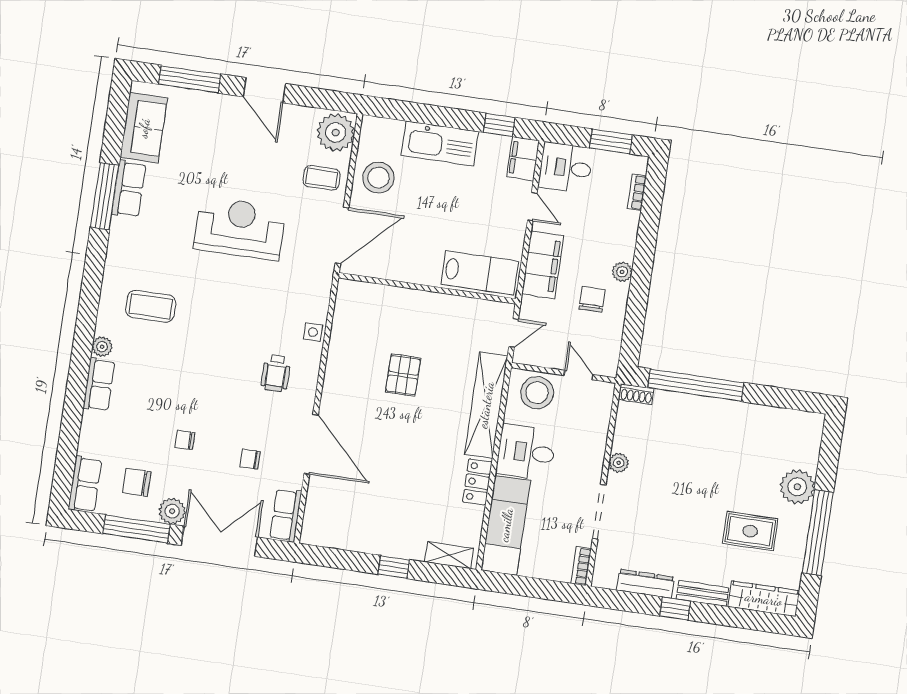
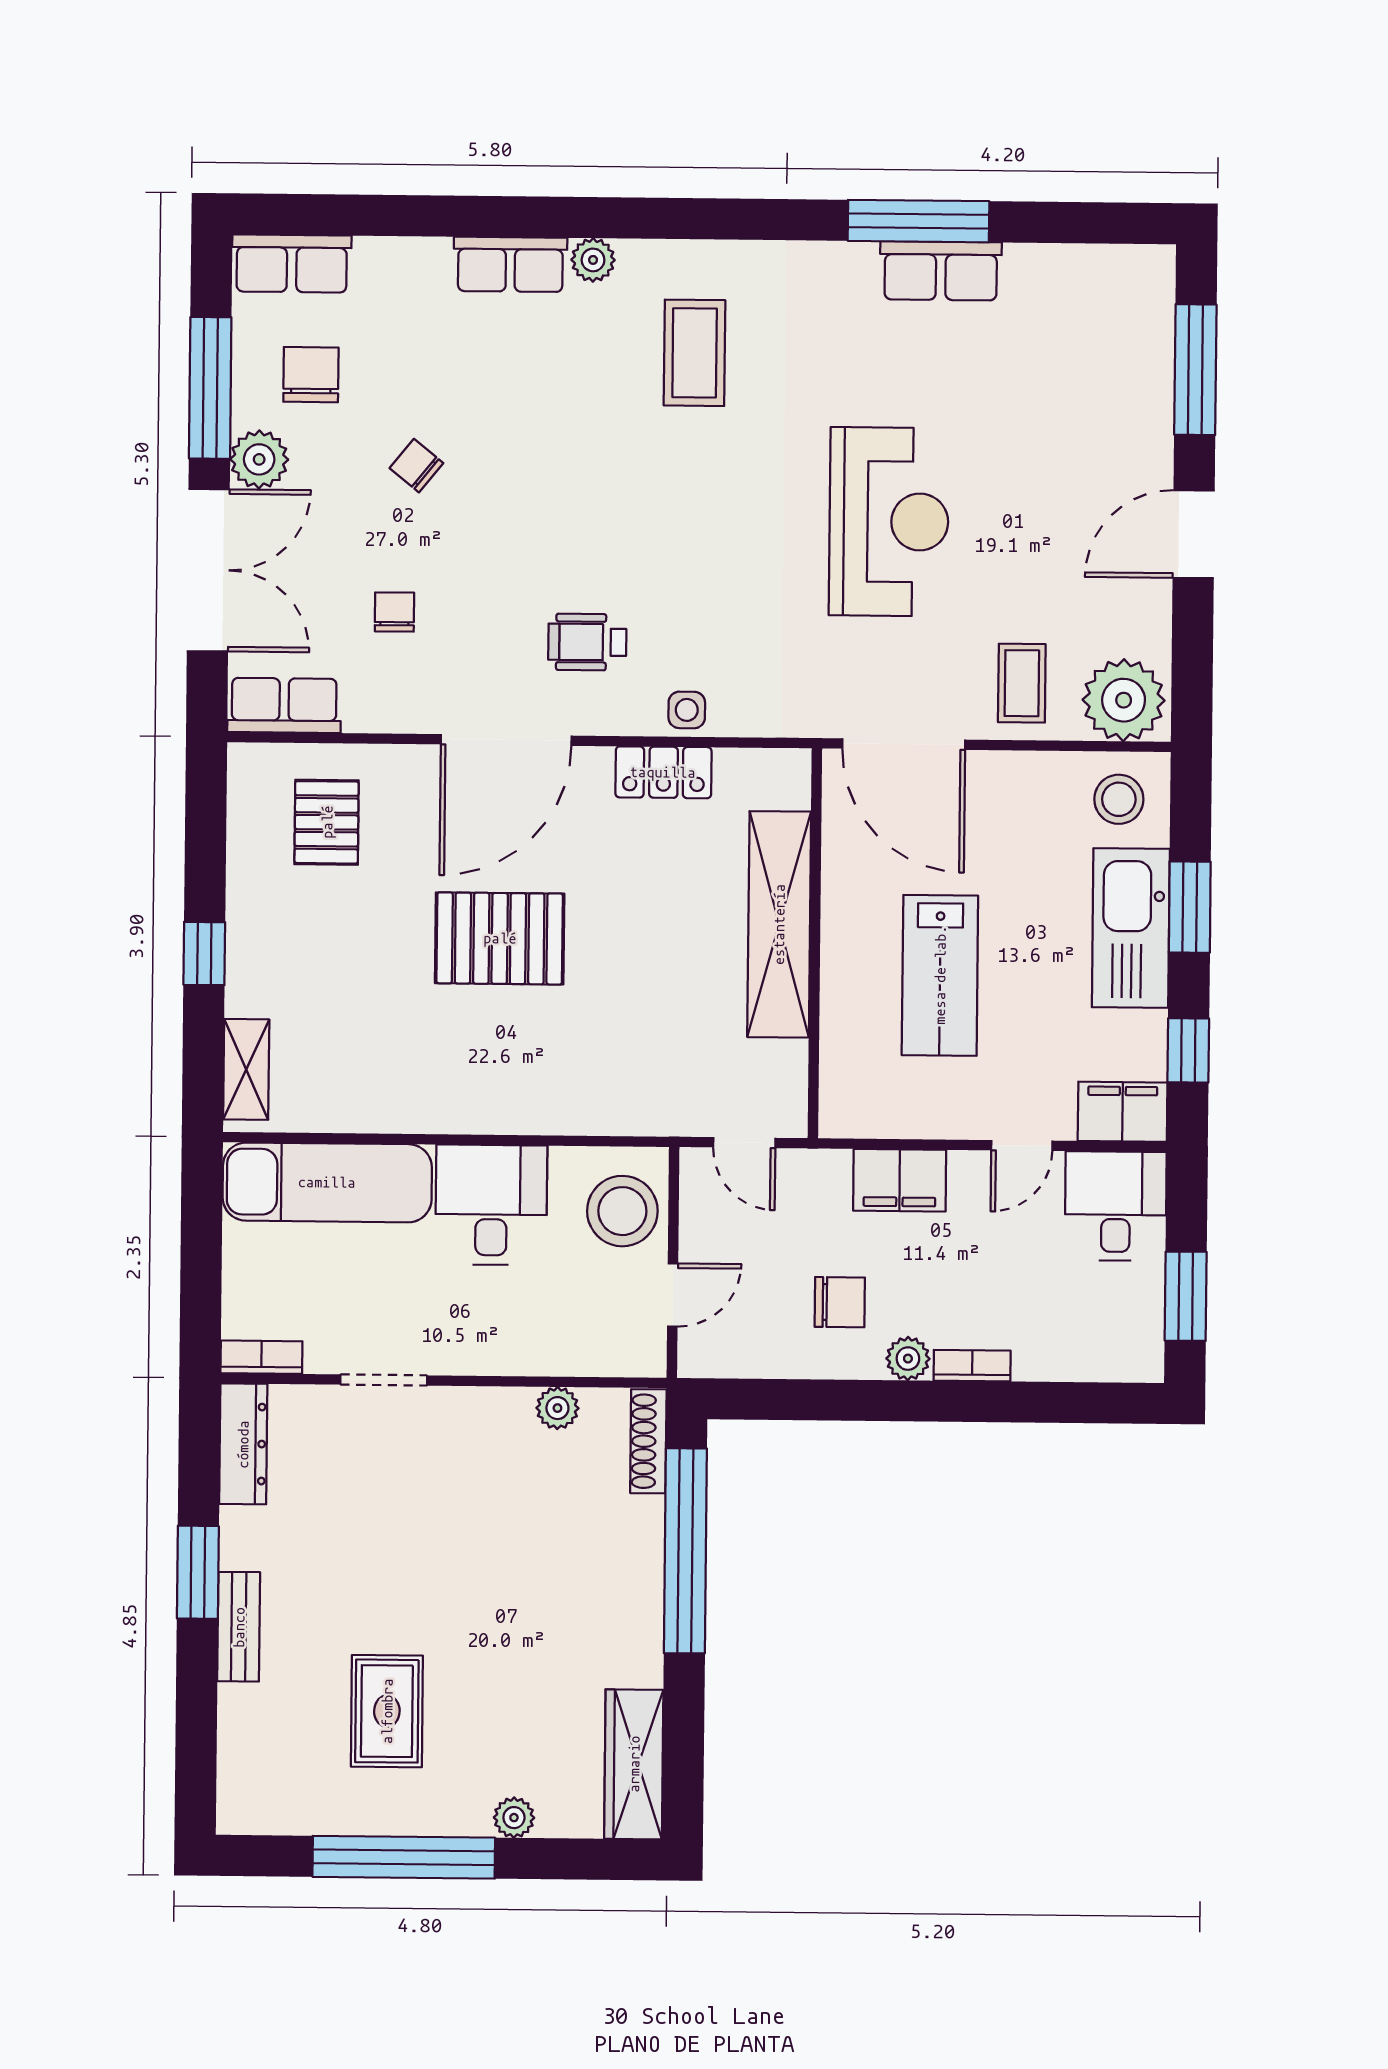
window: (434, 115) -> (1190, 907), added
sofa: (144, 128) -> (1077, 285), removed
stool: (378, 178) -> (1119, 799), moved, width x0.73, depth x0.73
bookcase: (637, 192) -> (972, 1366), moved
filing cabinet: (543, 265) -> (900, 1180), width x0.67, depth x0.86
lab bench: (480, 273) -> (940, 975), moved
pallet: (403, 375) -> (500, 938), moved, width x1.50, depth x1.42
shoe rack: (636, 394) -> (648, 1441), width x1.43
shelving: (486, 405) -> (779, 924), moved, turned 90
chair: (185, 440) -> (416, 466), turned -51
door: (311, 444) -> (506, 740), moved
plant: (619, 463) -> (557, 1408), moved
locker: (477, 482) -> (663, 772), moved, turned 180
plant: (797, 487) -> (514, 1818), width x0.53, depth x0.53
pallet: (342, 503) -> (327, 822), added
doorway: (599, 512) -> (384, 1380), width x0.73
dresser: (645, 584) -> (243, 1444), moved
wardrobe: (764, 599) -> (634, 1764), moved, turned 180
window: (675, 609) -> (198, 1572), width x1.50

